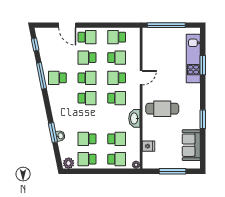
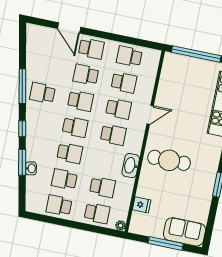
window: (35, 44) -> (22, 129), moved
school desk: (117, 78) -> (119, 109), turned 180
school desk: (87, 119) -> (70, 153), added
sofa: (191, 145) -> (184, 232), moved, turned 90
plant: (69, 163) -> (34, 206), removed

